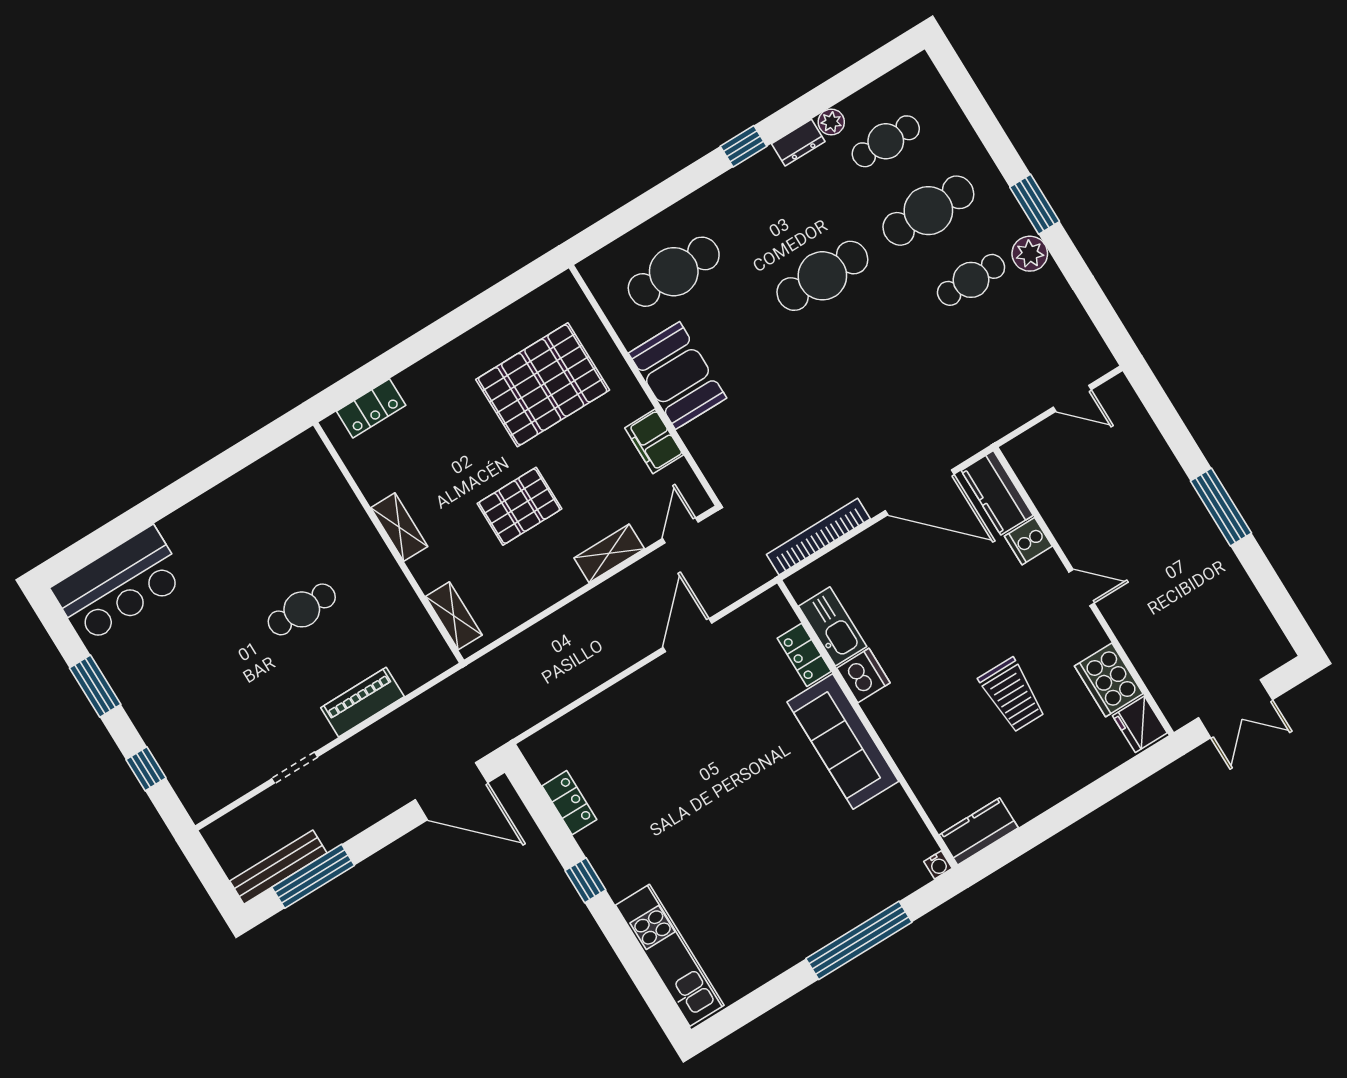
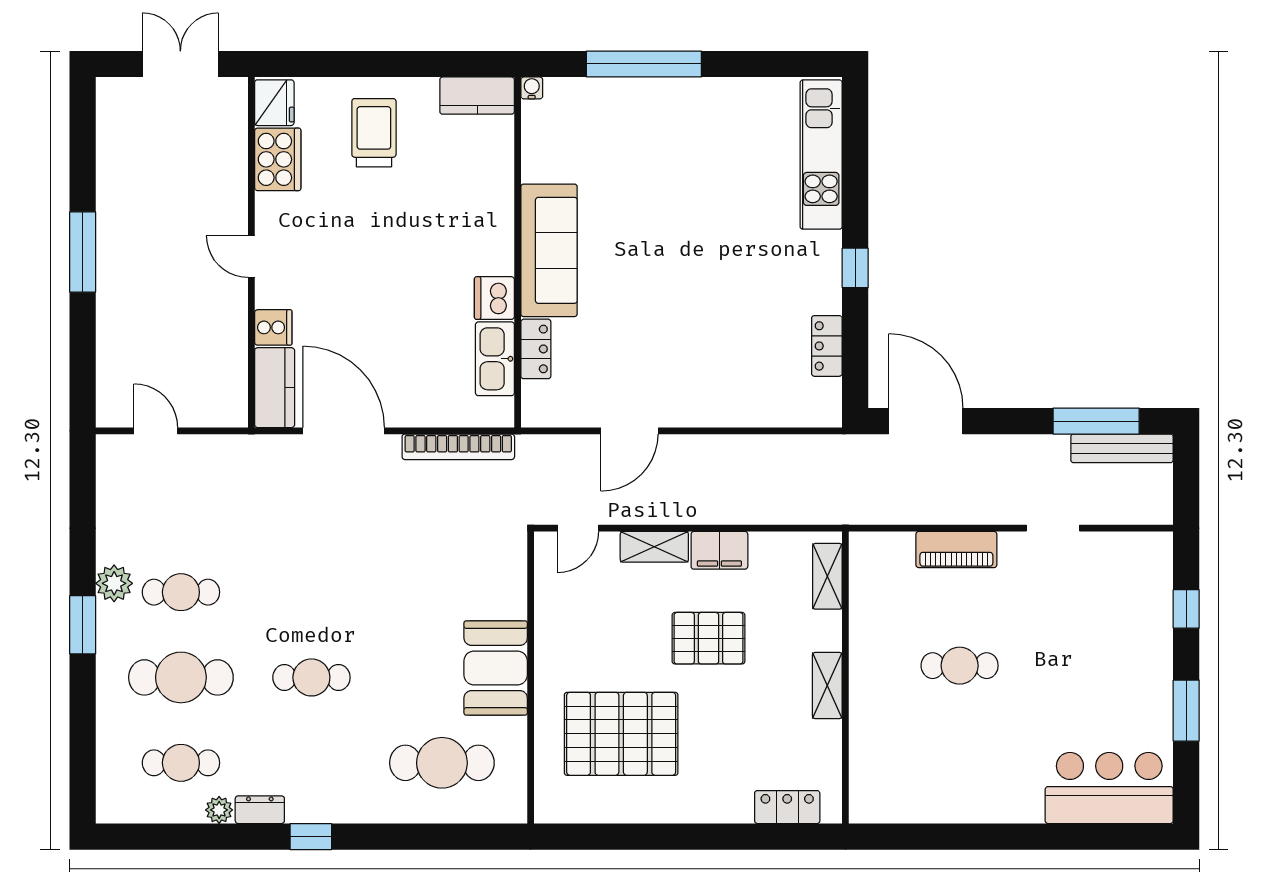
cafe table: (822, 276) -> (311, 677), width x0.73, depth x0.74
filing cabinet: (654, 441) -> (719, 550), moved, turned 90
trolley: (1012, 695) -> (374, 133), moved

